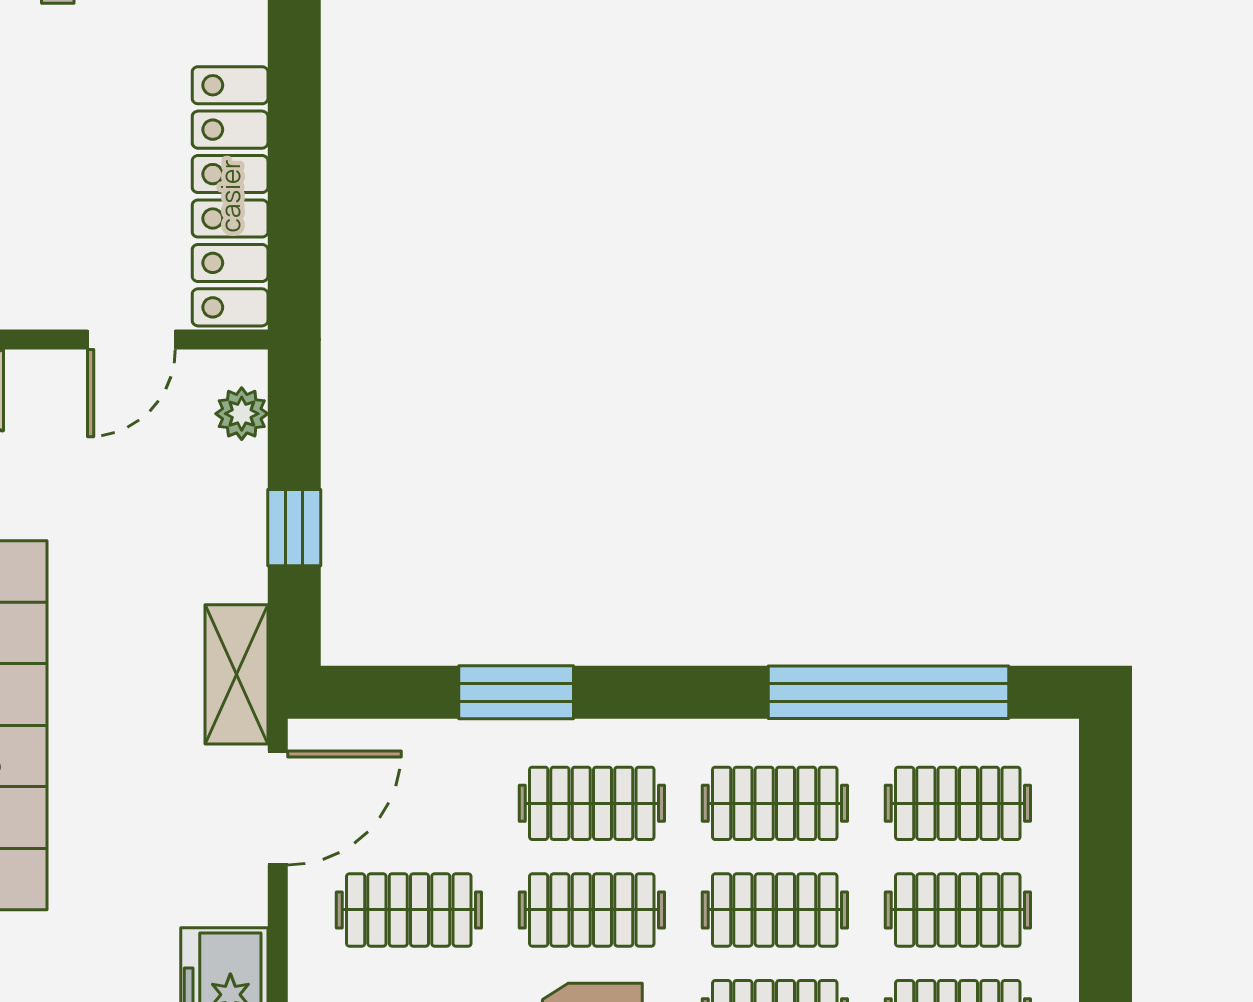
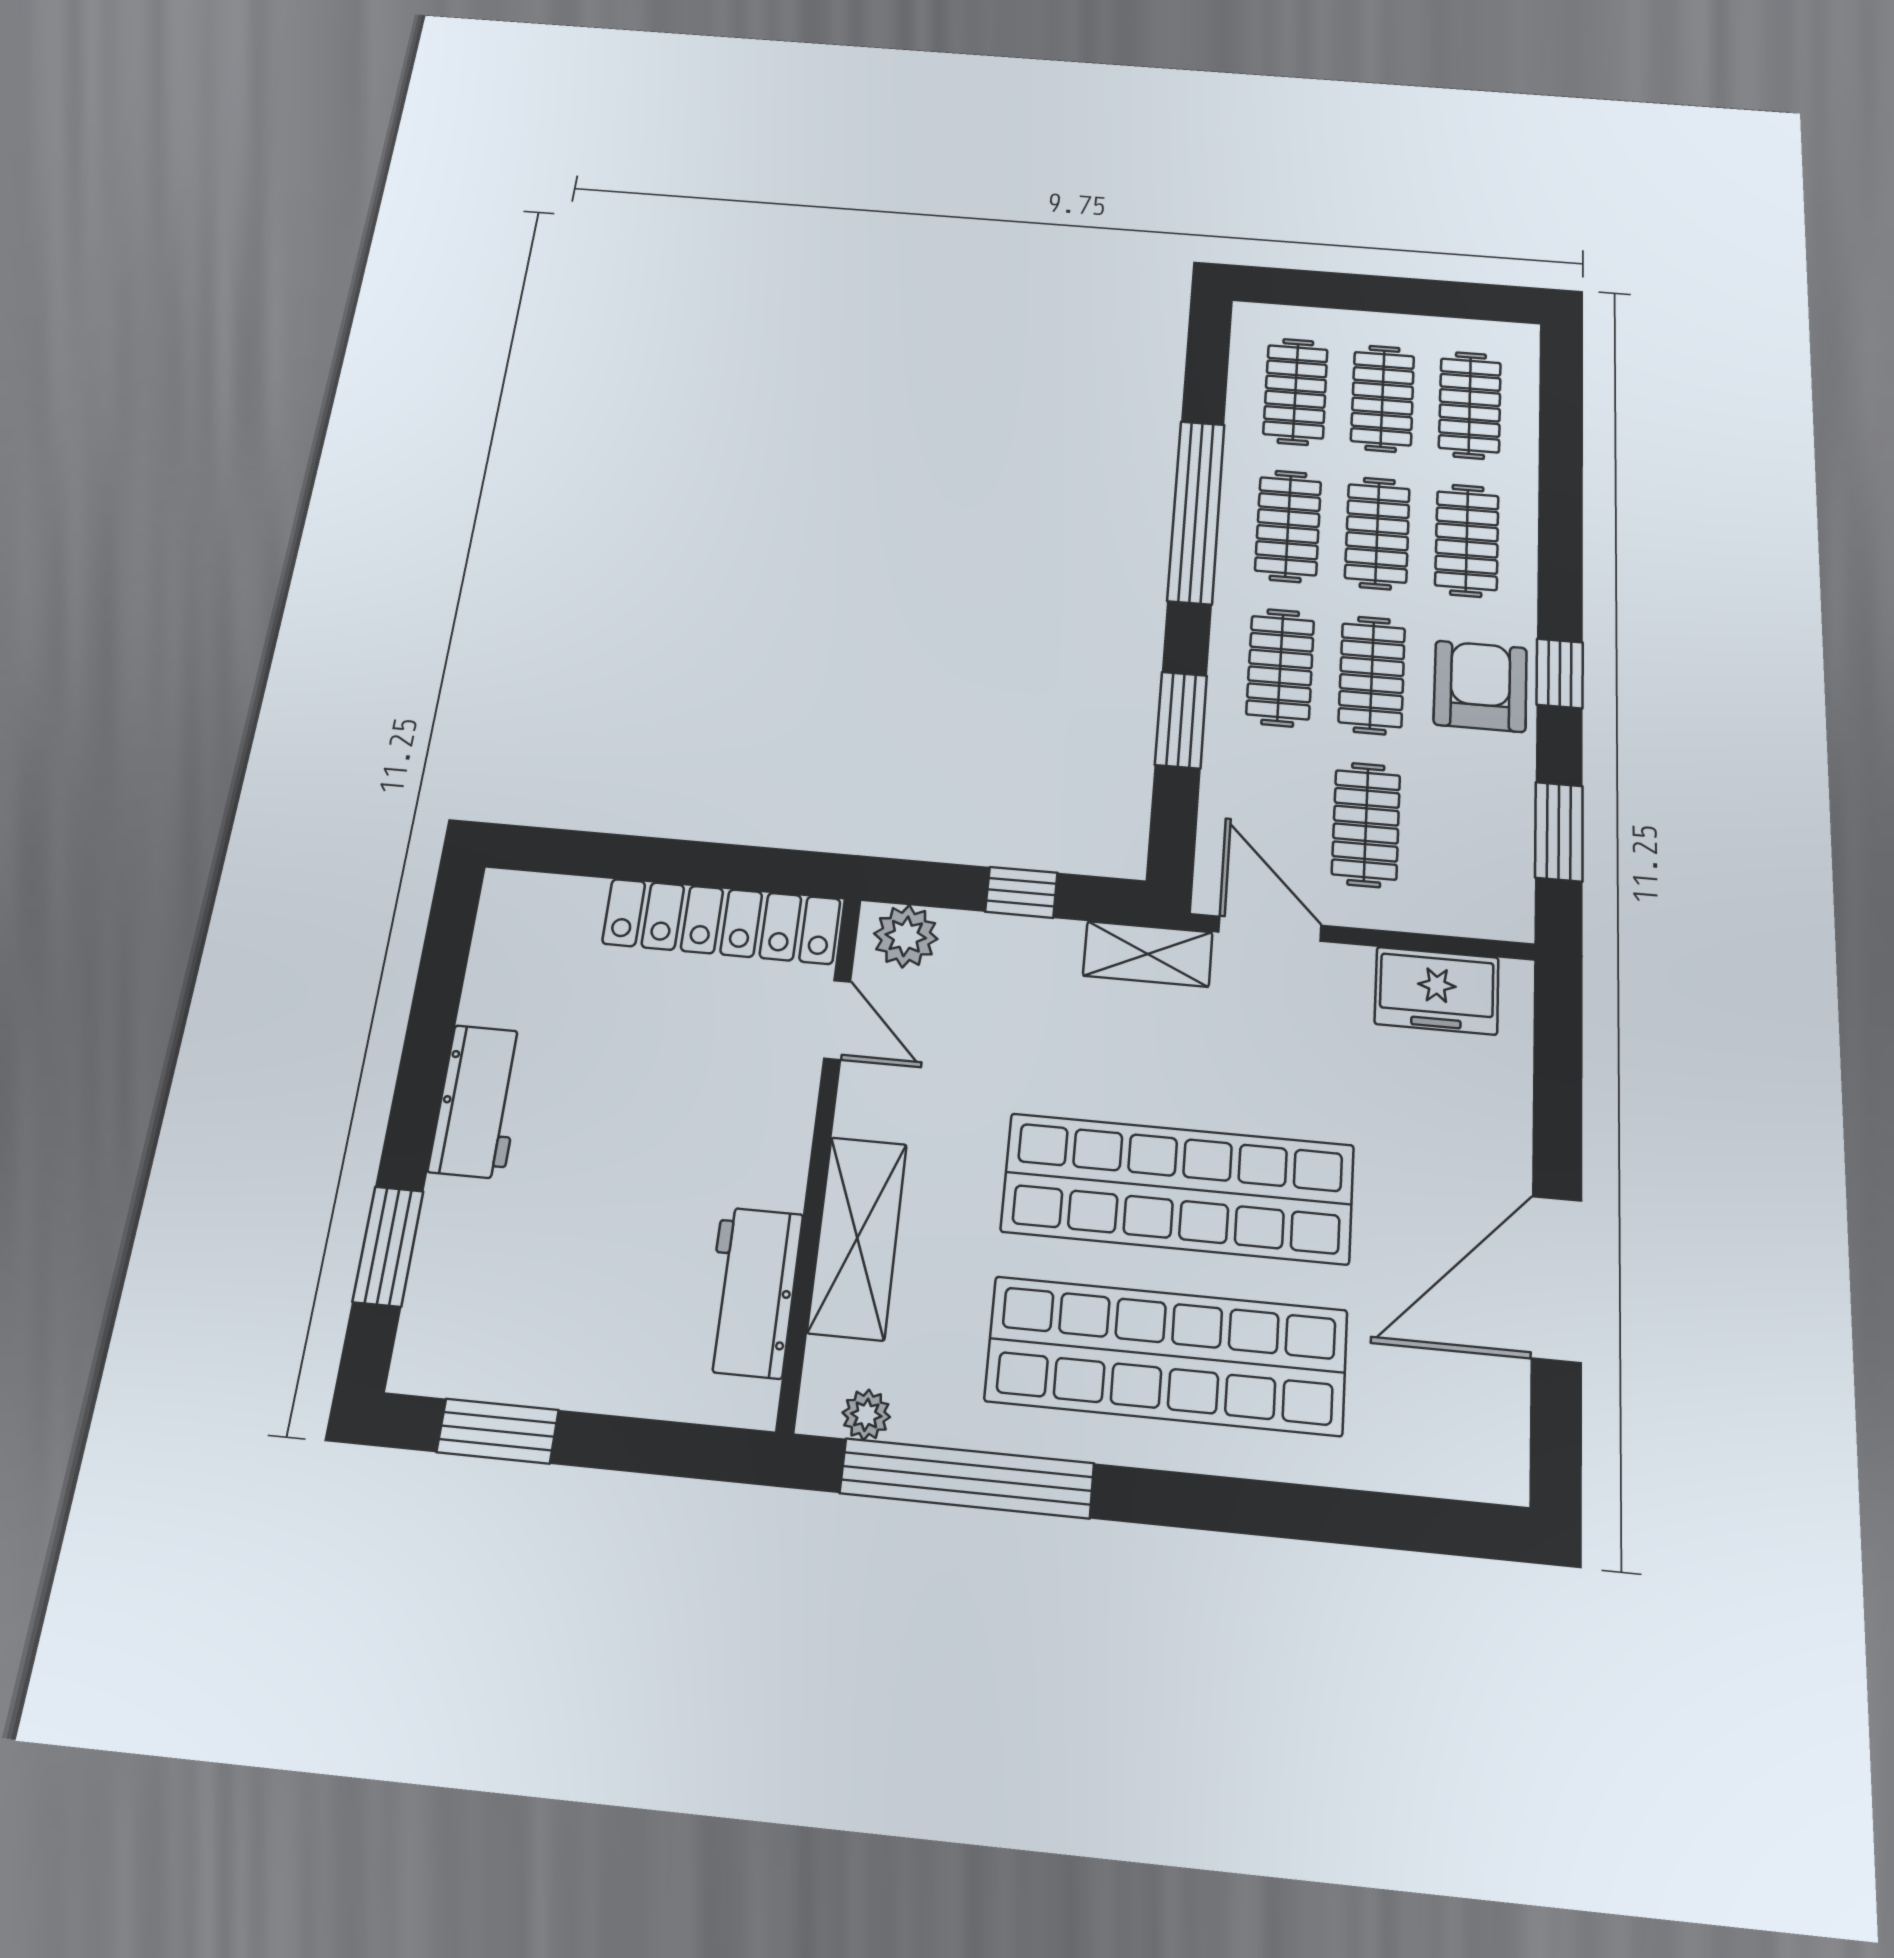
plant: (242, 414) -> (906, 936), width x1.38, depth x1.38
window: (888, 692) -> (1196, 512), moved

